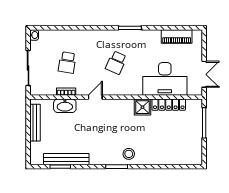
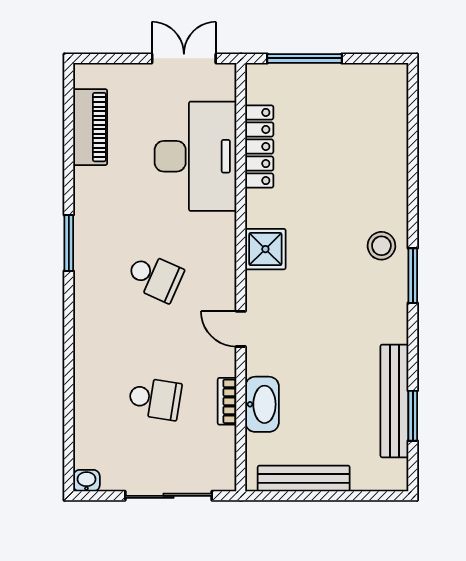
shower: (143, 107) -> (265, 249), moved

